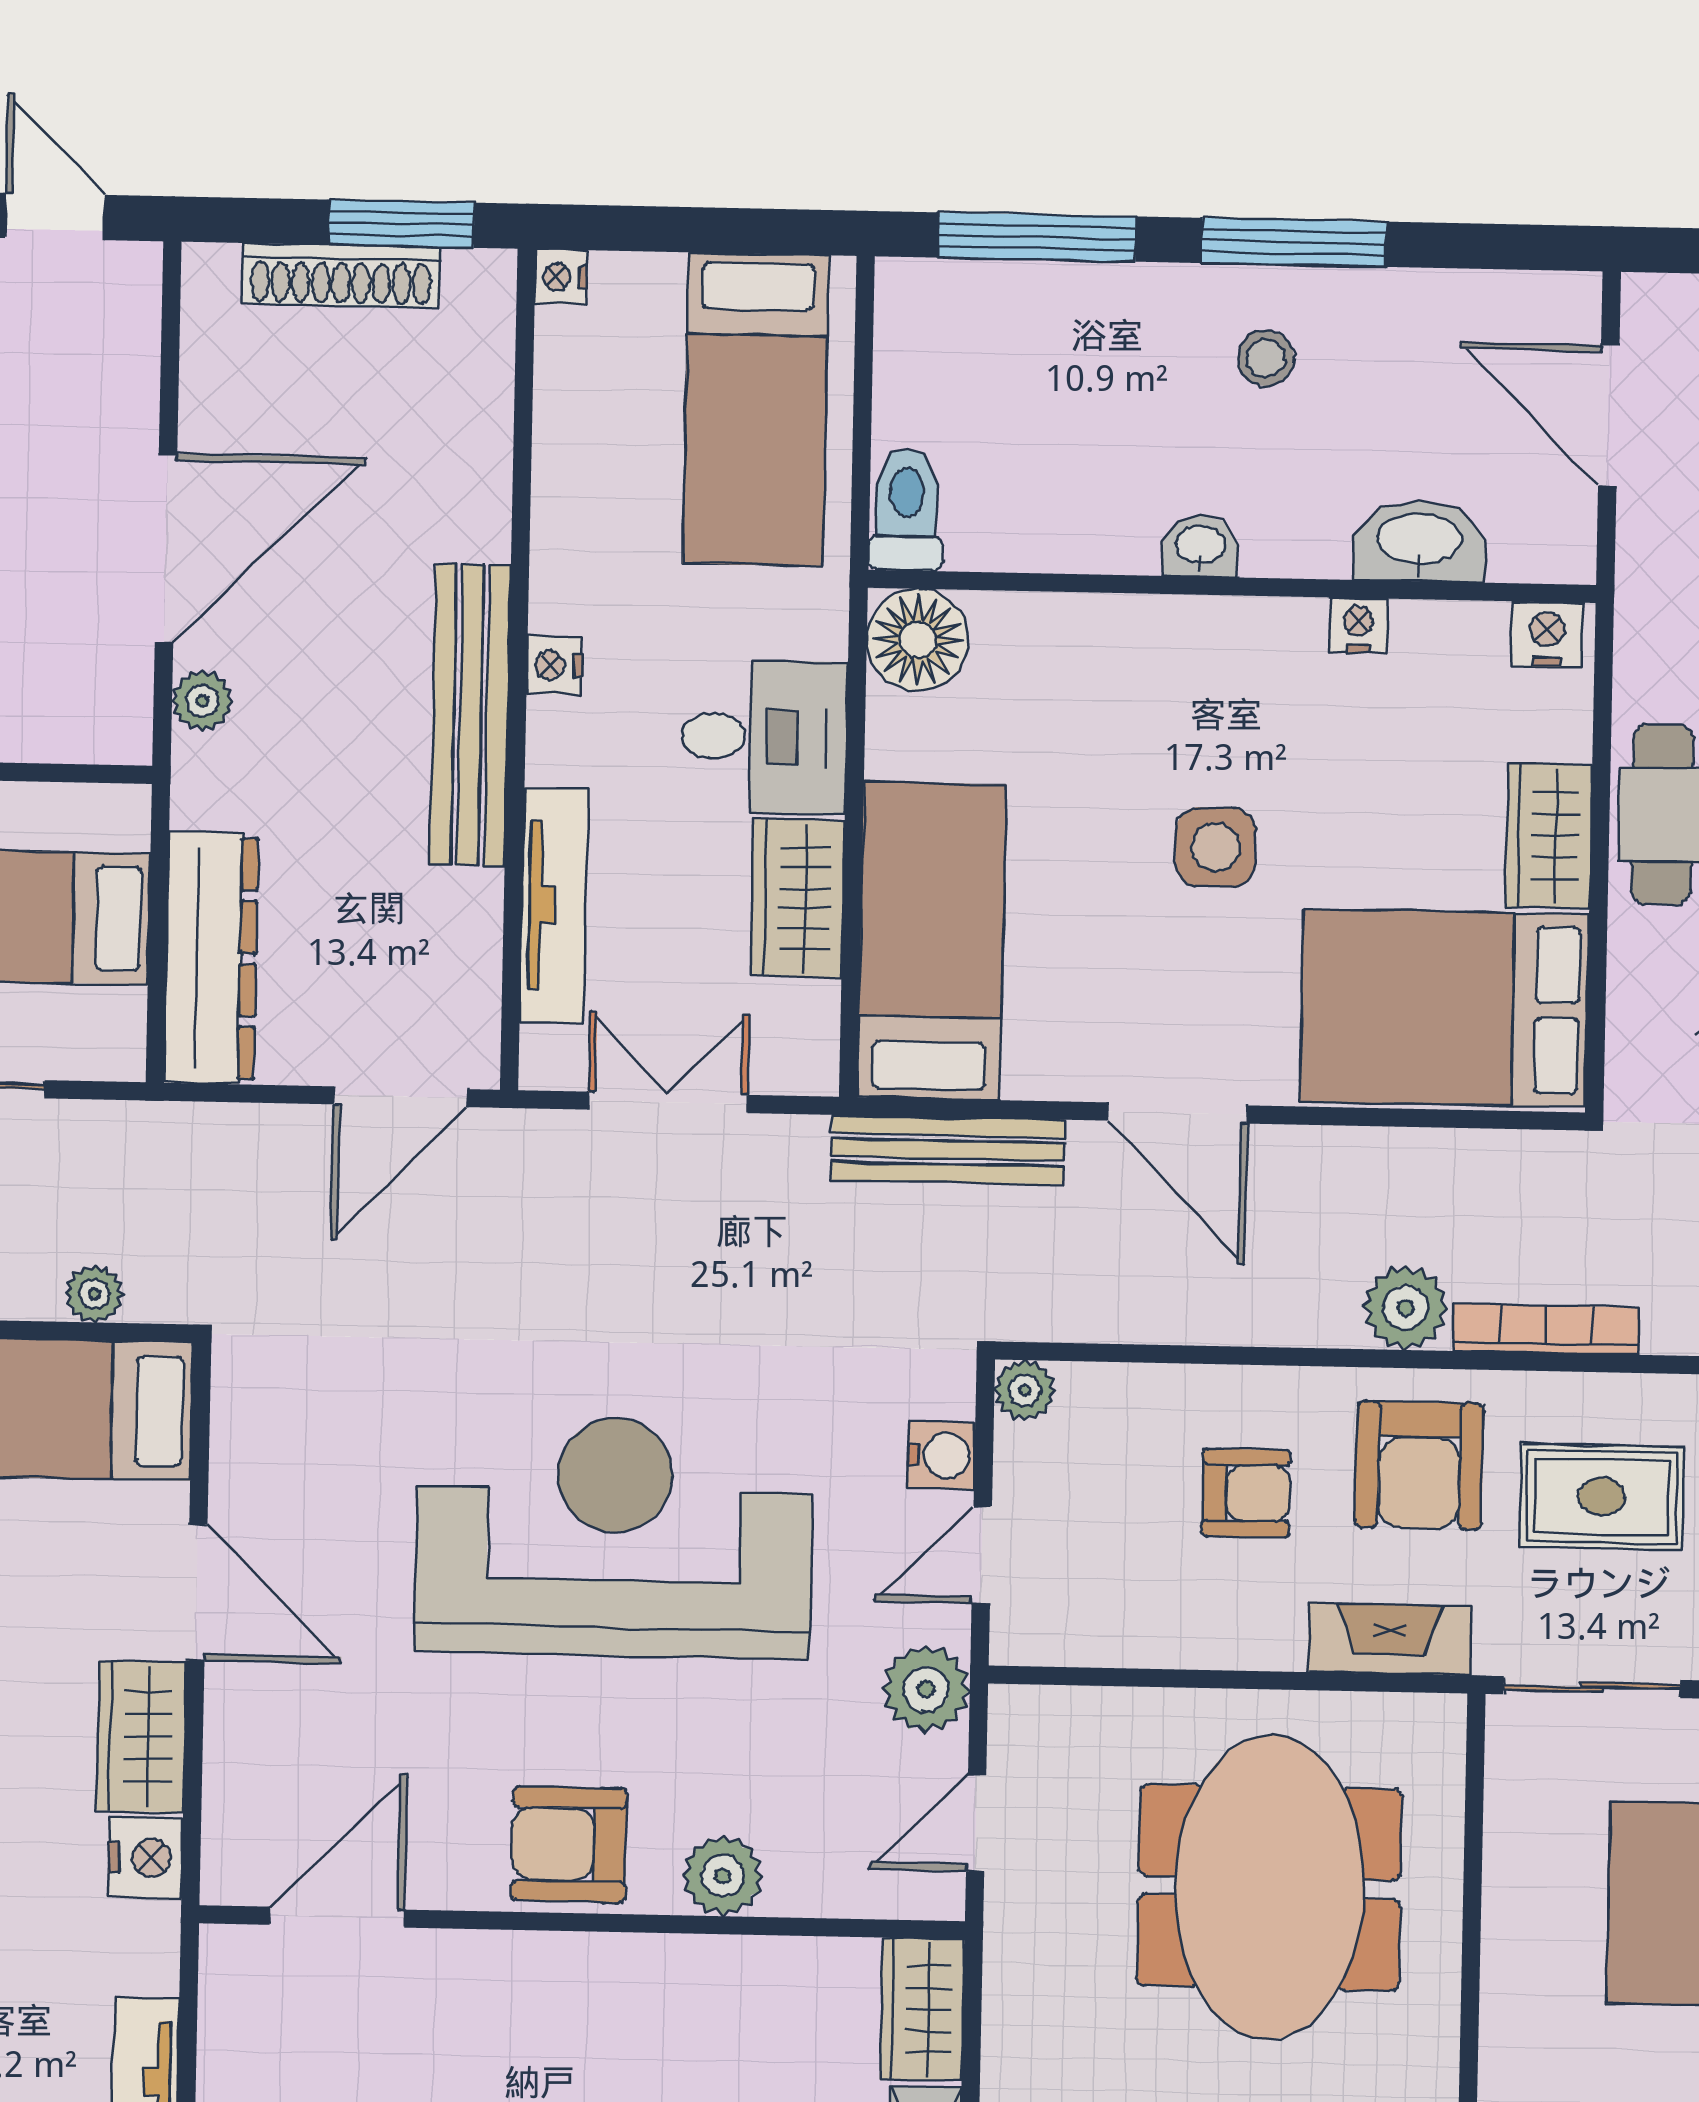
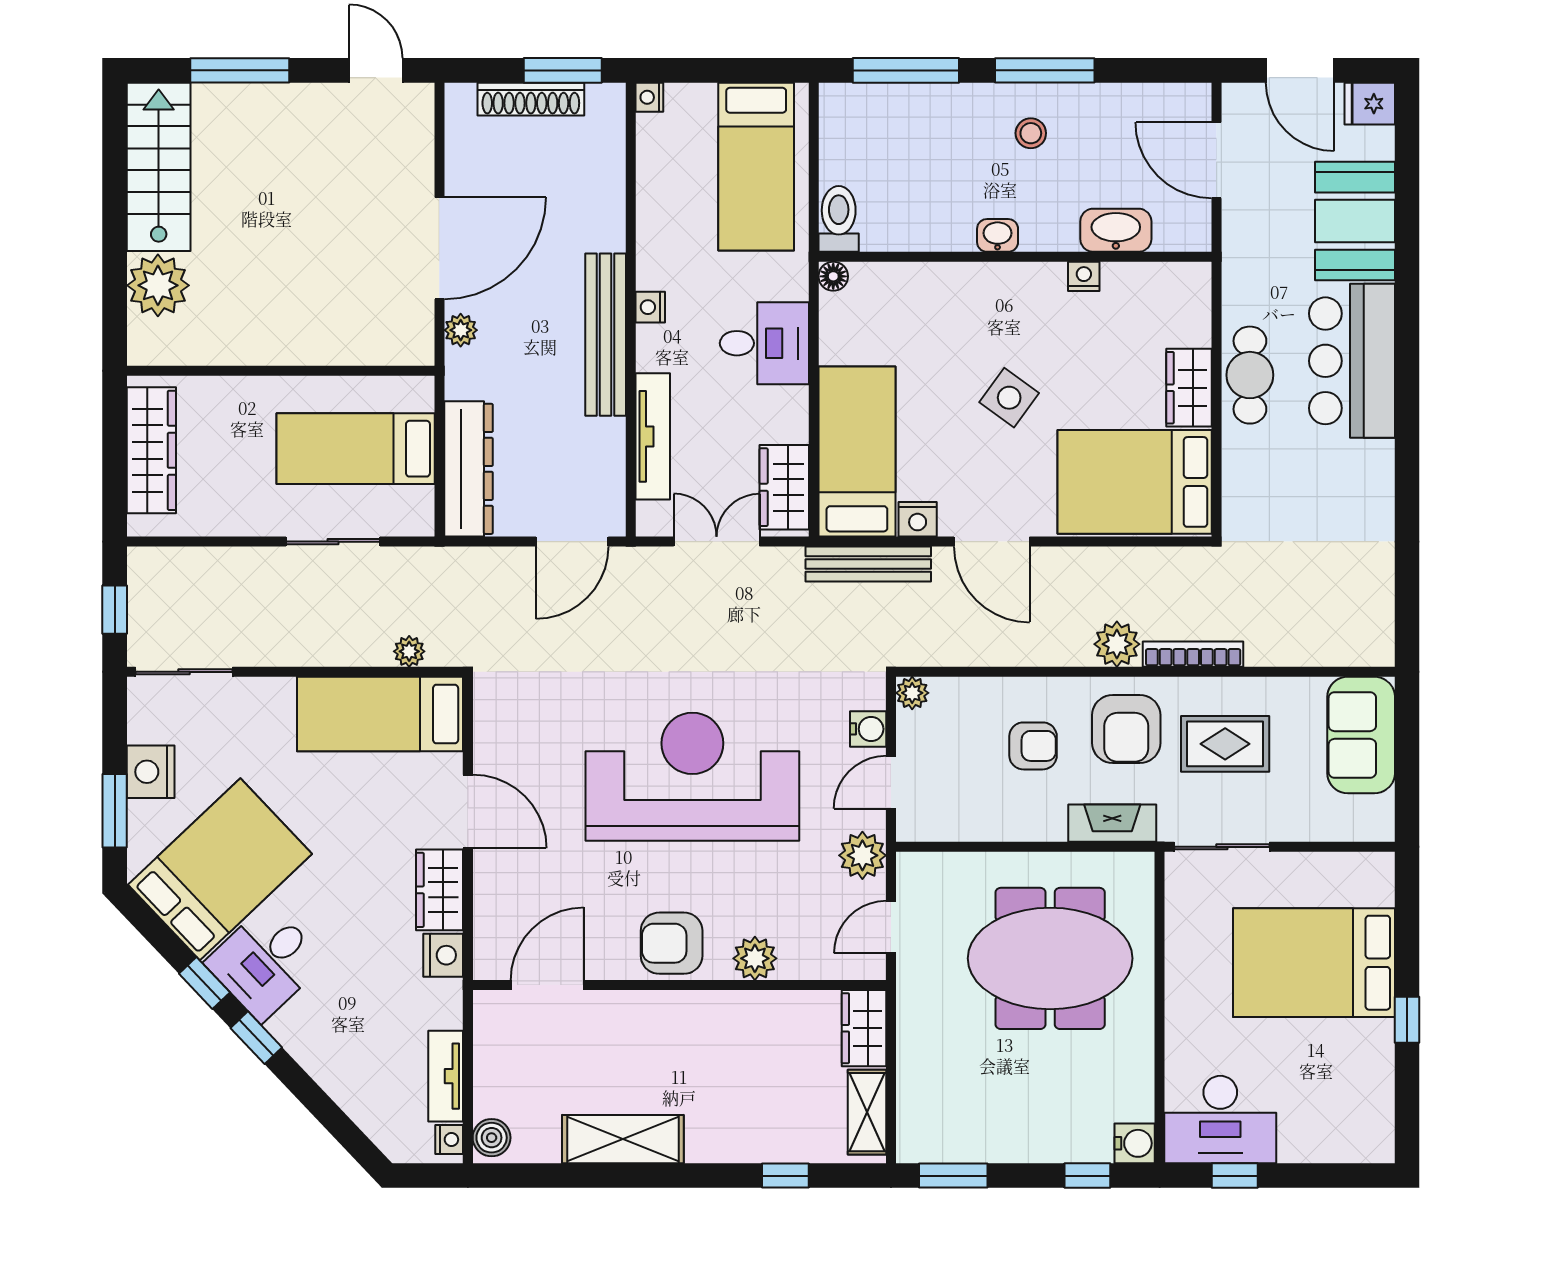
nightstand: (1547, 634) -> (918, 519), moved, turned 180
floor lamp: (918, 640) -> (833, 276), width x0.53, depth x0.53
side table: (1215, 847) -> (1009, 398), turned 36
wardrobe: (798, 898) -> (784, 487), moved
meeting table: (1270, 1887) -> (1050, 958), turned 90

